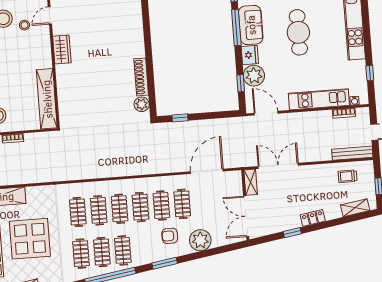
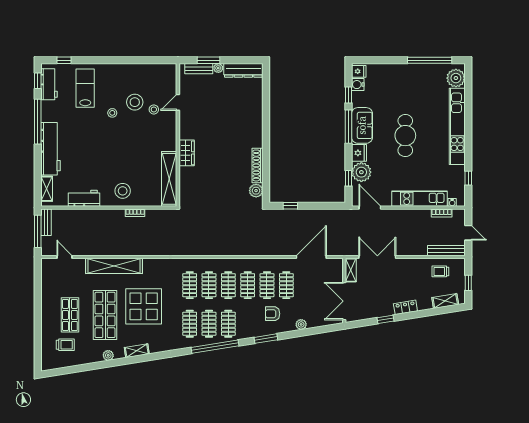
wardrobe: (62, 49) -> (187, 153), moved
plant: (200, 240) -> (301, 324), width x0.53, depth x0.53

